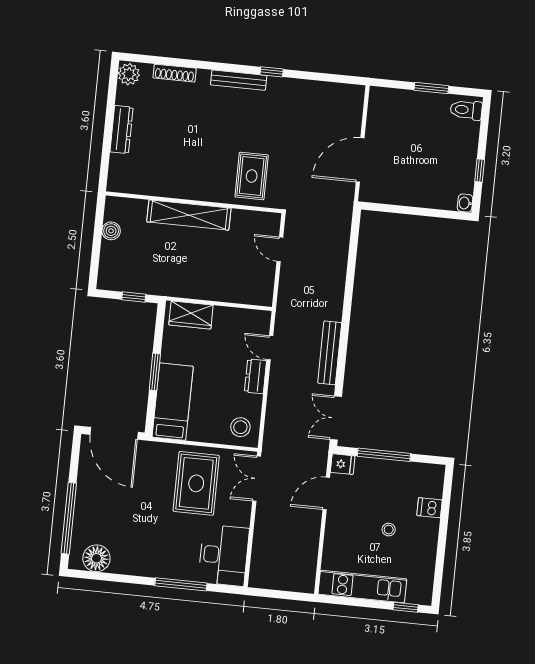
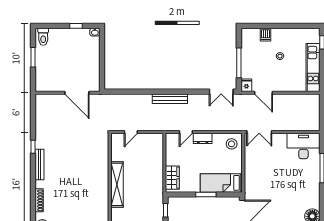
rug: (252, 176) -> (92, 152), removed
bench: (330, 353) -> (170, 99), moved
rug: (196, 483) -> (265, 165), removed

